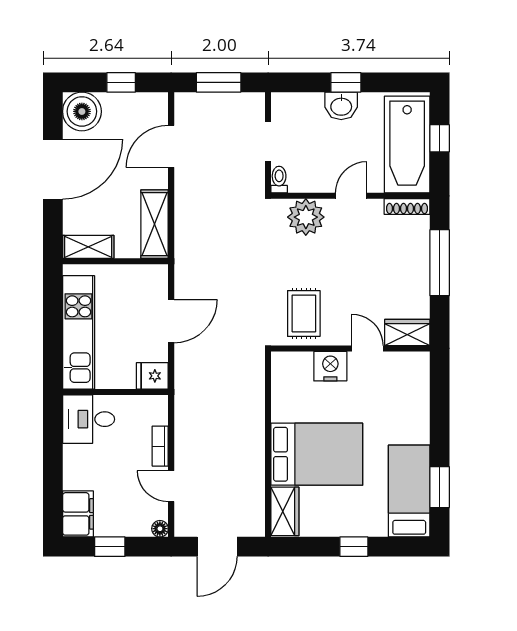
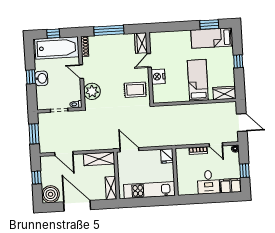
door: (171, 321) -> (129, 150), moved
desk: (89, 419) -> (208, 182), moved
bed: (317, 454) -> (198, 80), width x0.67
door: (171, 486) -> (216, 145), hinge flipped

